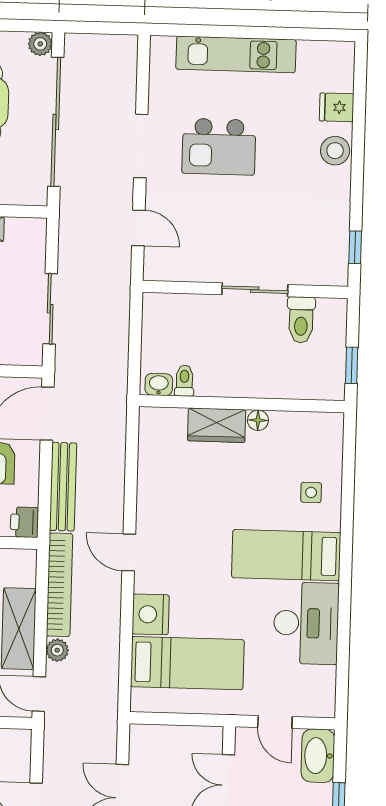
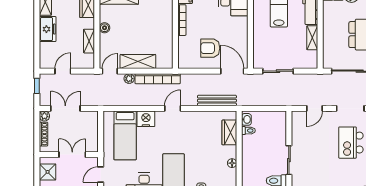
wardrobe: (217, 425) -> (229, 132), moved
bench: (63, 487) -> (217, 101), moved
printer: (24, 522) -> (185, 63), removed

